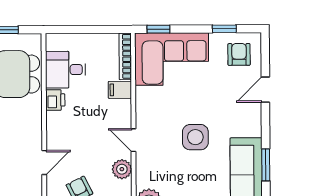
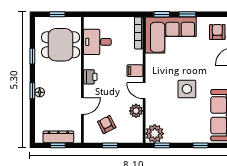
window: (224, 29) -> (187, 14), moved
filing cabinet: (120, 90) -> (135, 71), moved
printer: (55, 100) -> (90, 77), moved

